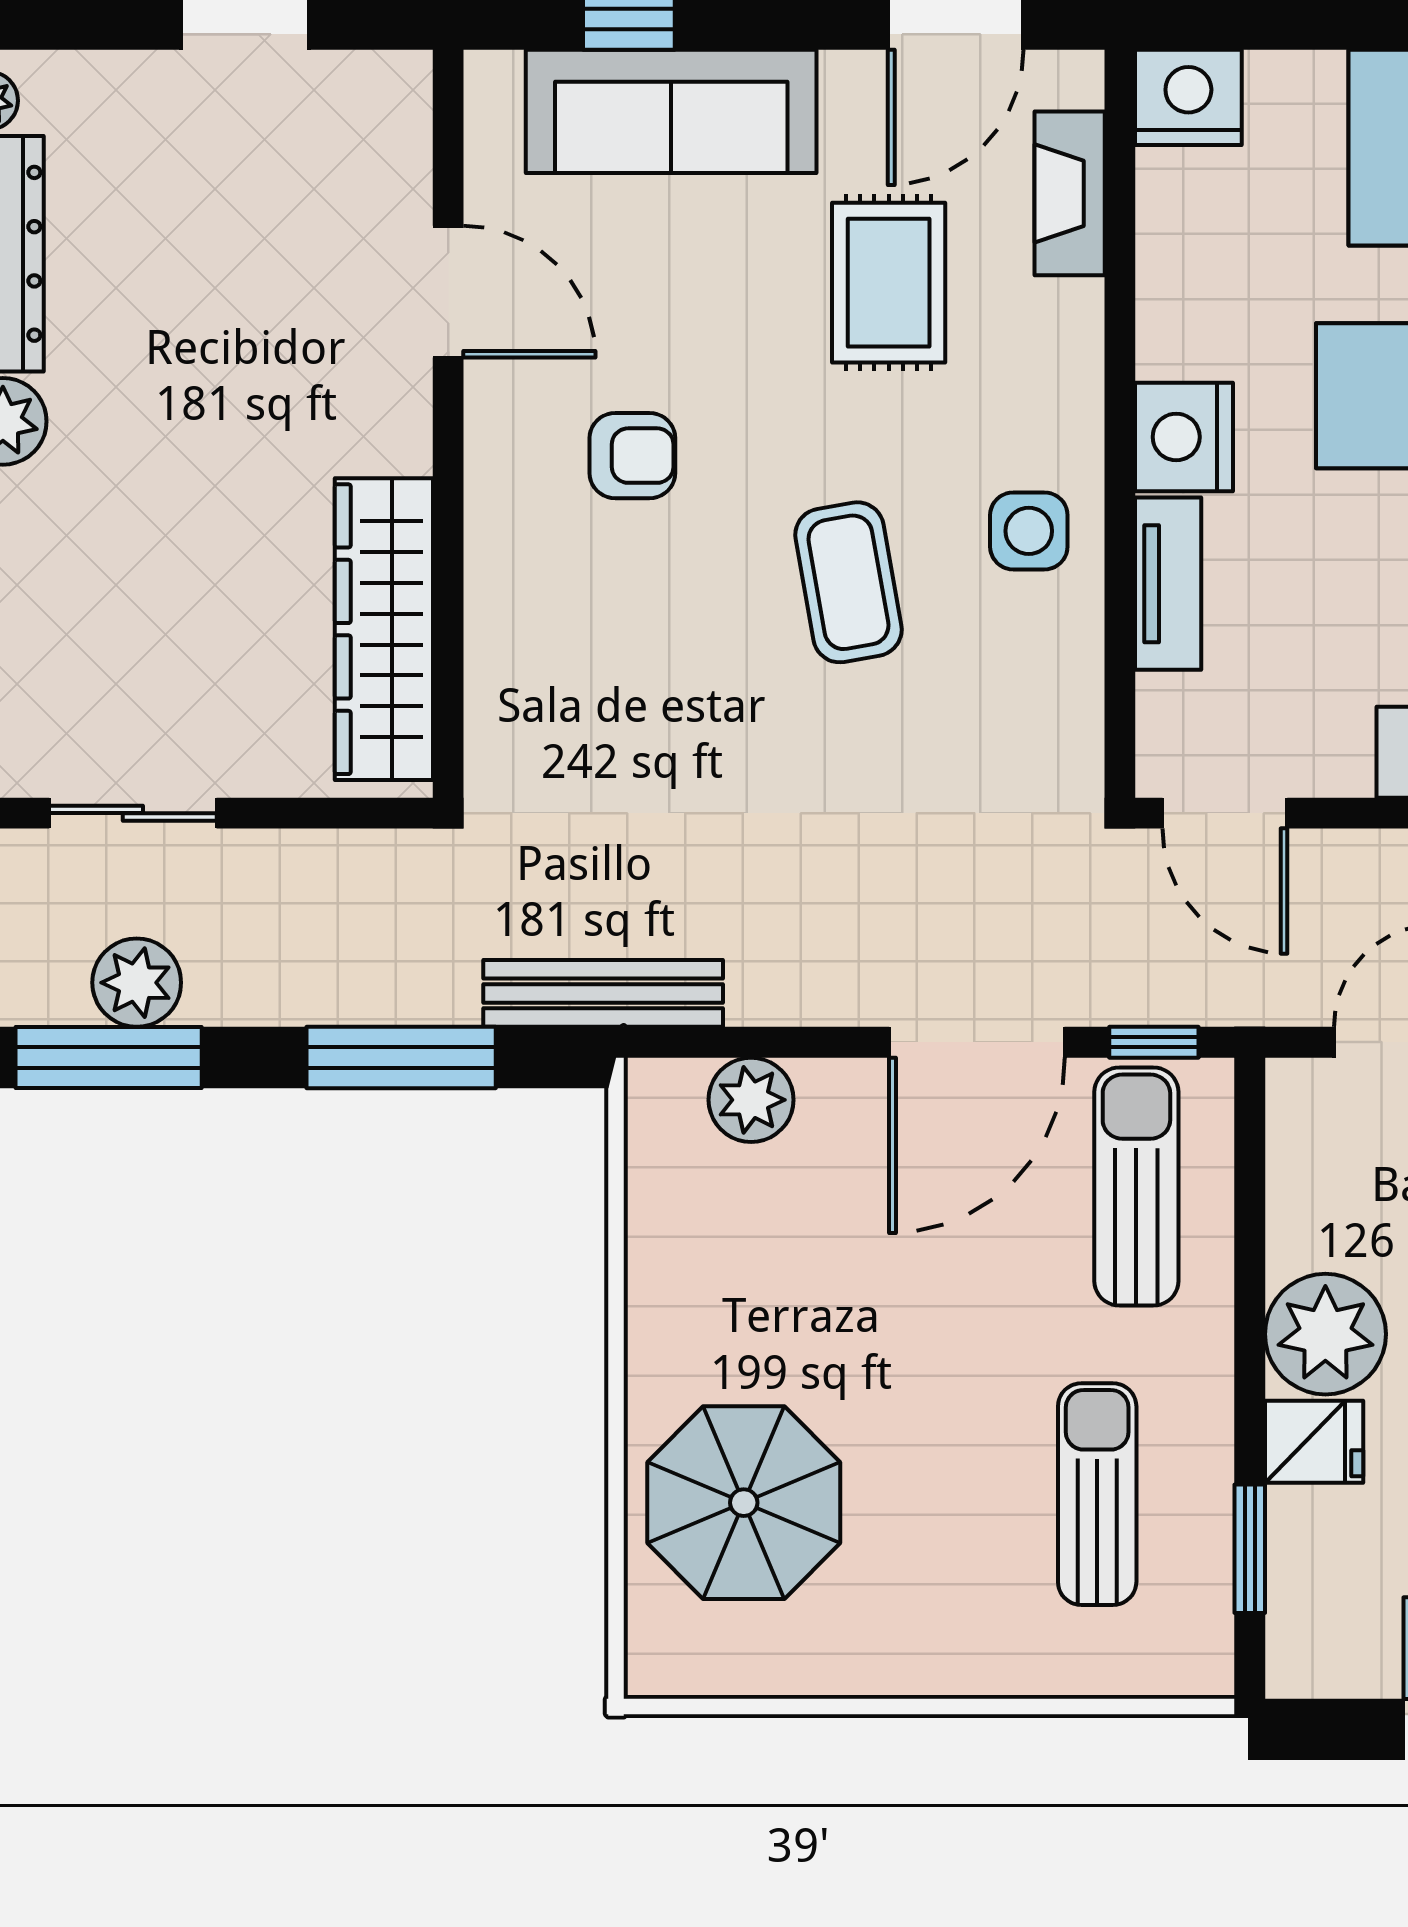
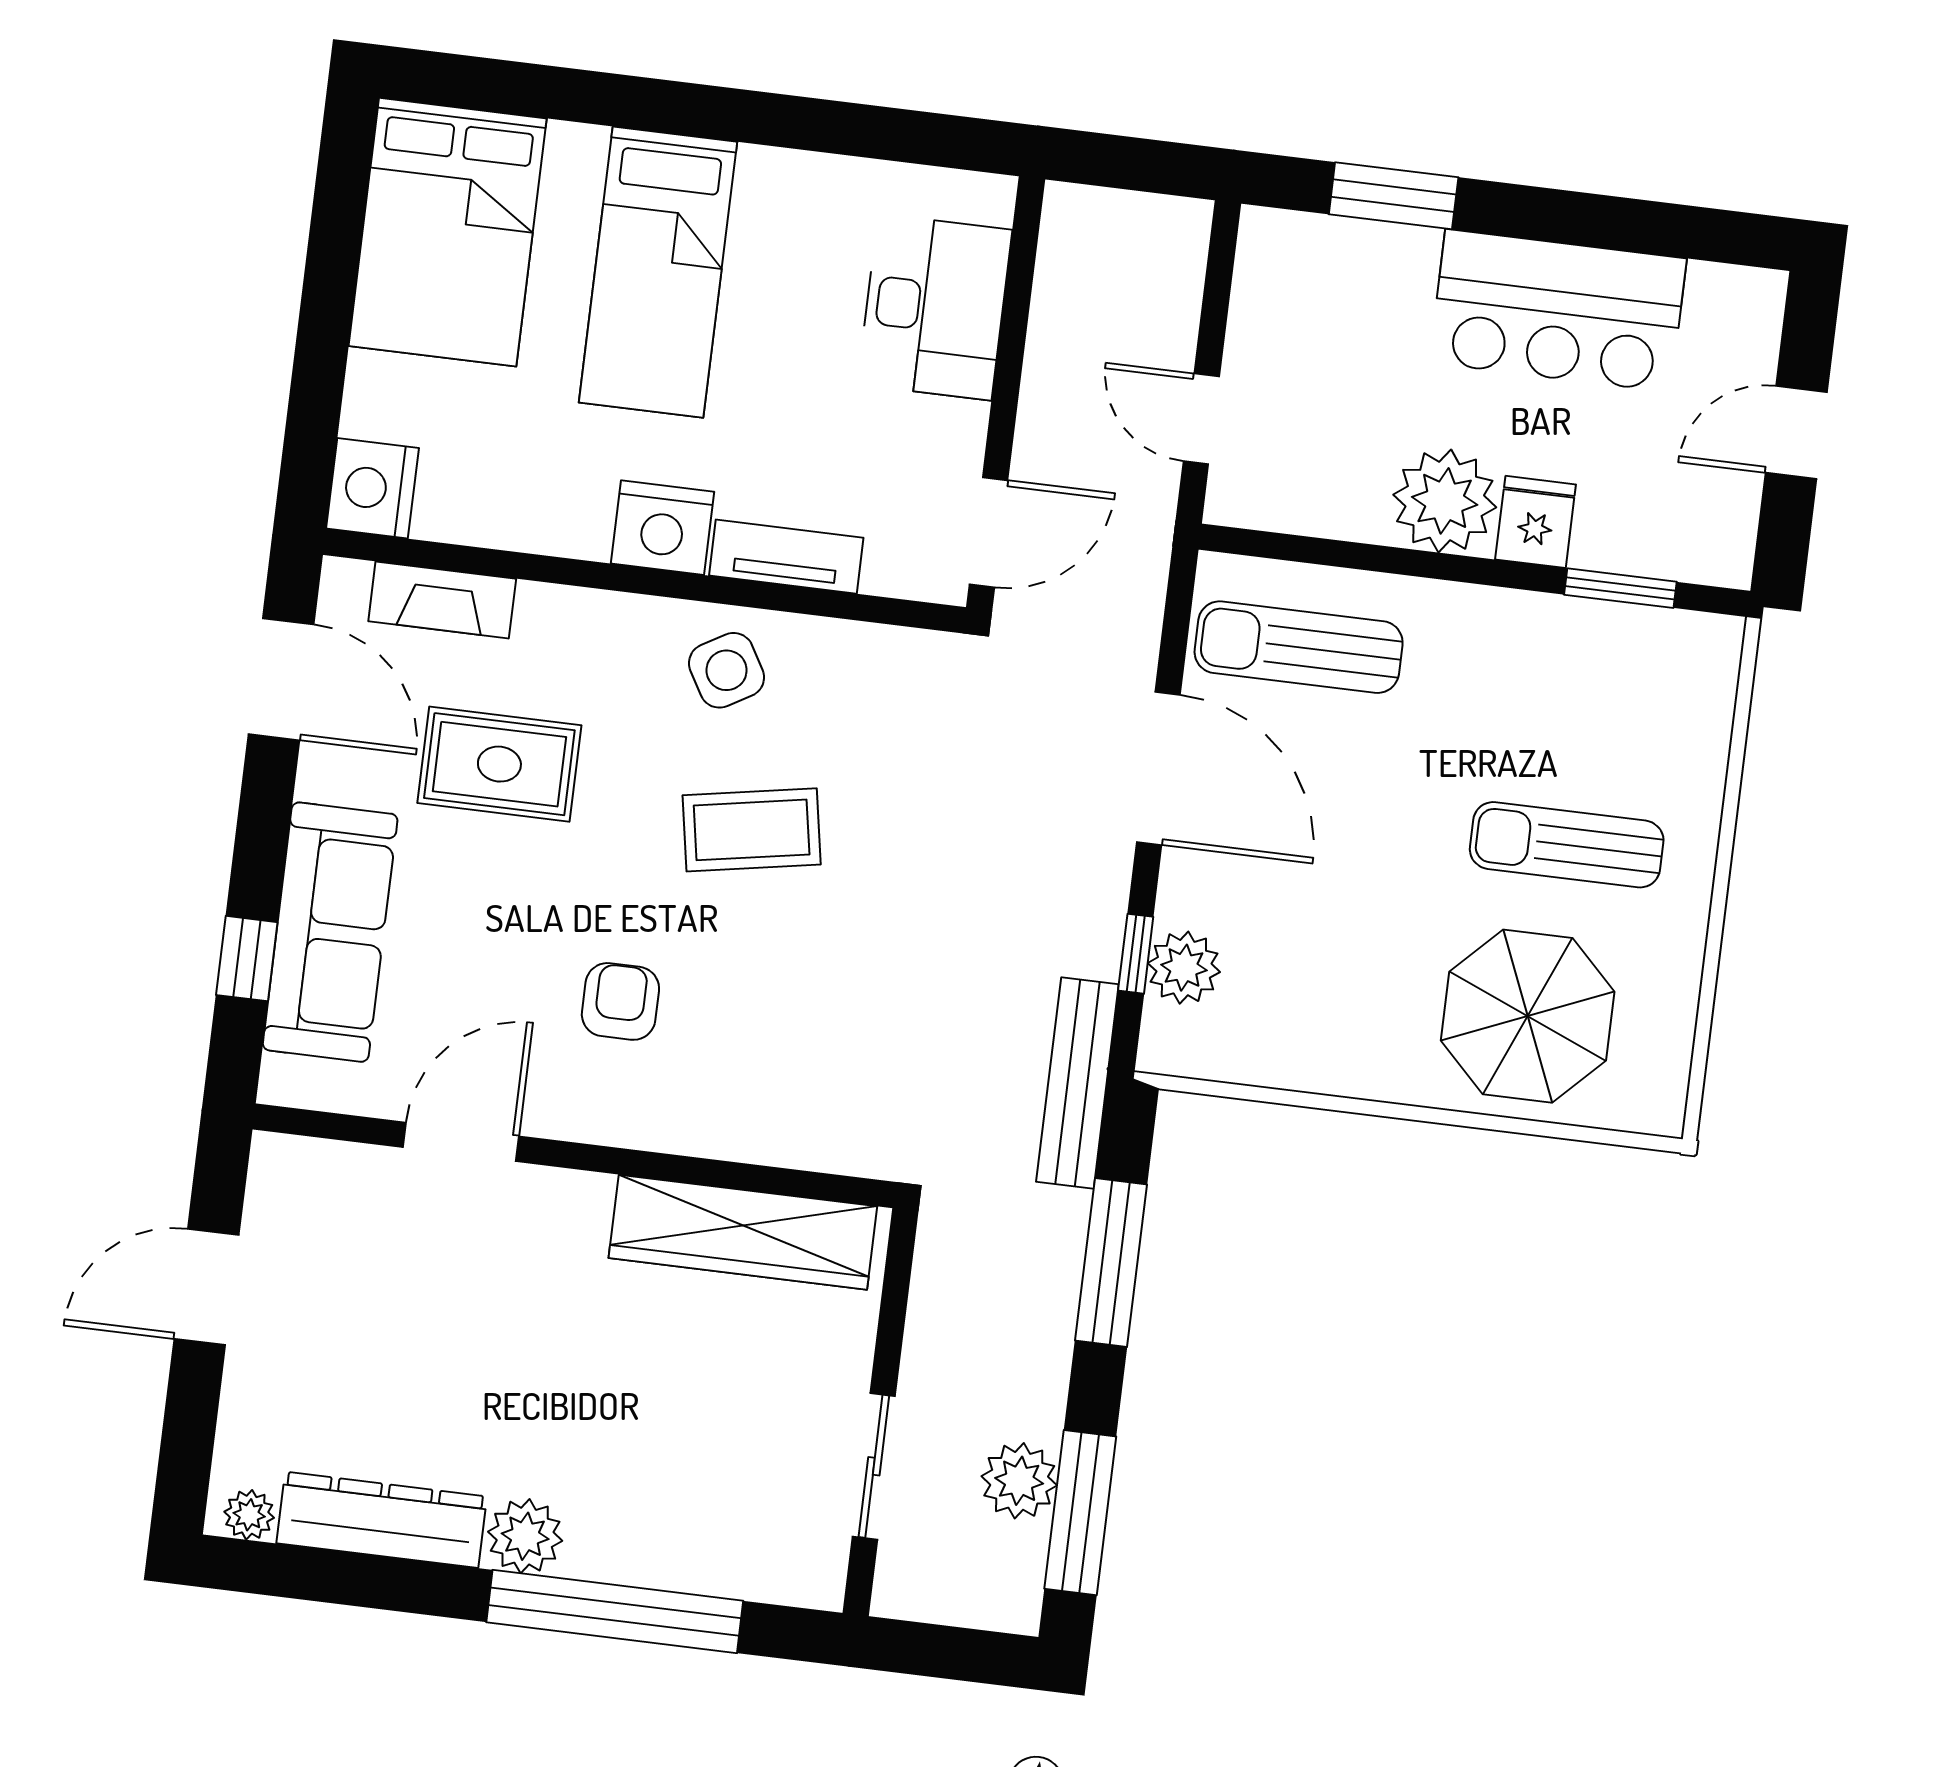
side table: (1029, 531) -> (727, 670), turned -30
window: (1154, 1042) -> (1136, 954), moved
sun lounger: (1097, 1494) -> (1567, 845), moved

